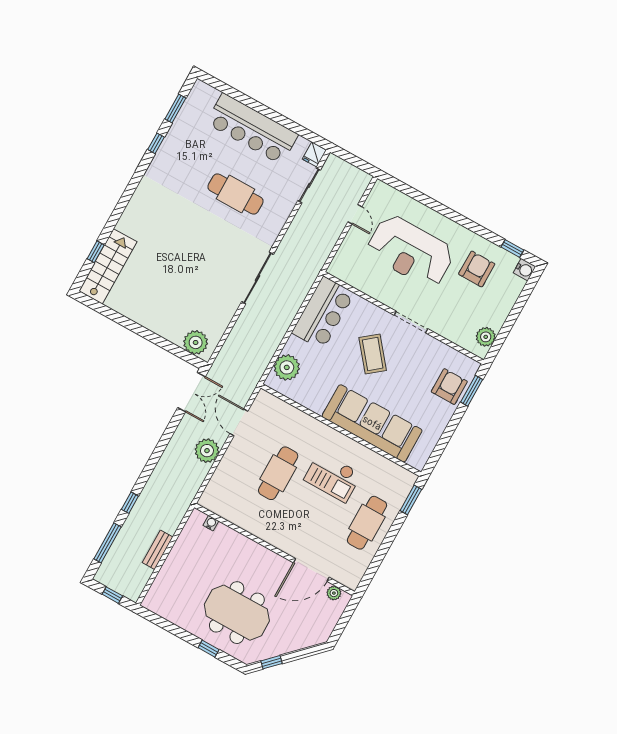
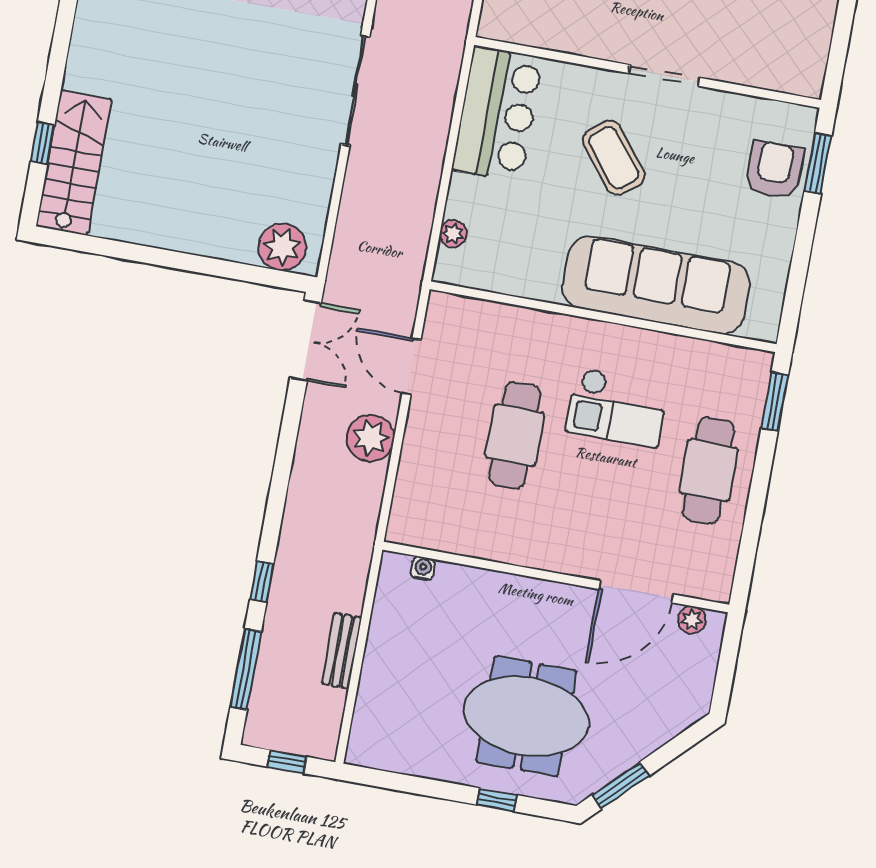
plant: (486, 337) -> (810, 56), removed
plant: (287, 367) -> (453, 234), width x0.53, depth x0.53
window: (271, 662) -> (621, 785), width x1.50

